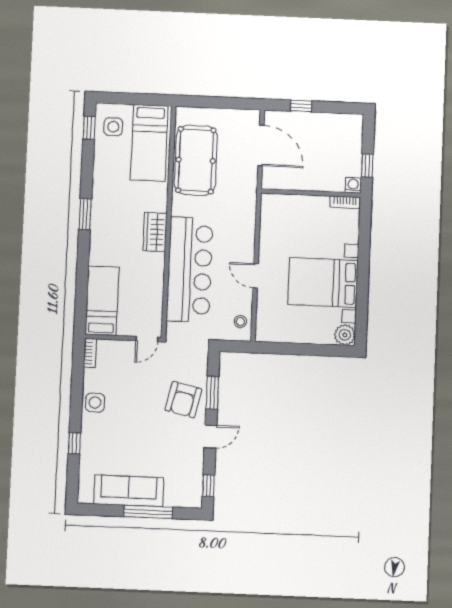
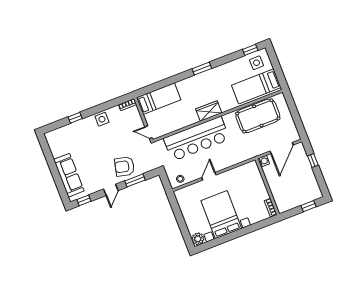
window: (367, 166) -> (309, 206), moved
washing machine: (353, 185) -> (264, 161), moved
door: (210, 437) -> (111, 190), hinge flipped
sofa: (129, 491) -> (69, 175), moved
window: (148, 512) -> (56, 174), removed

